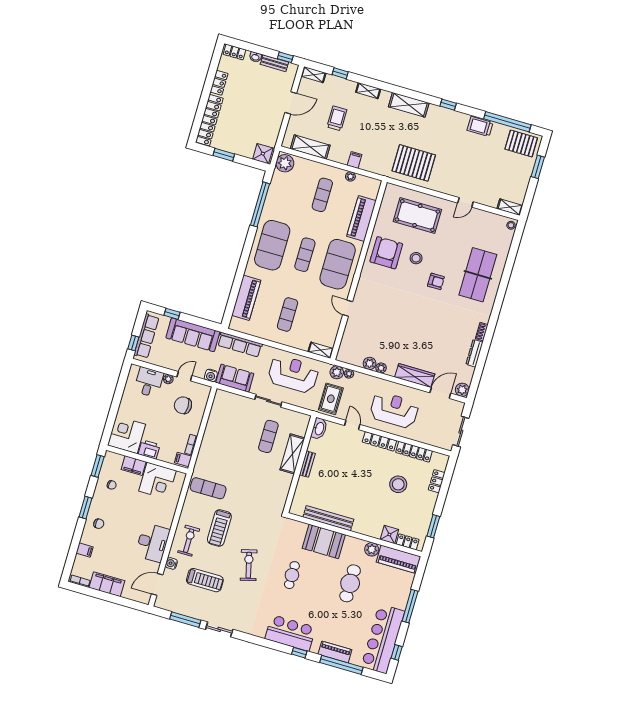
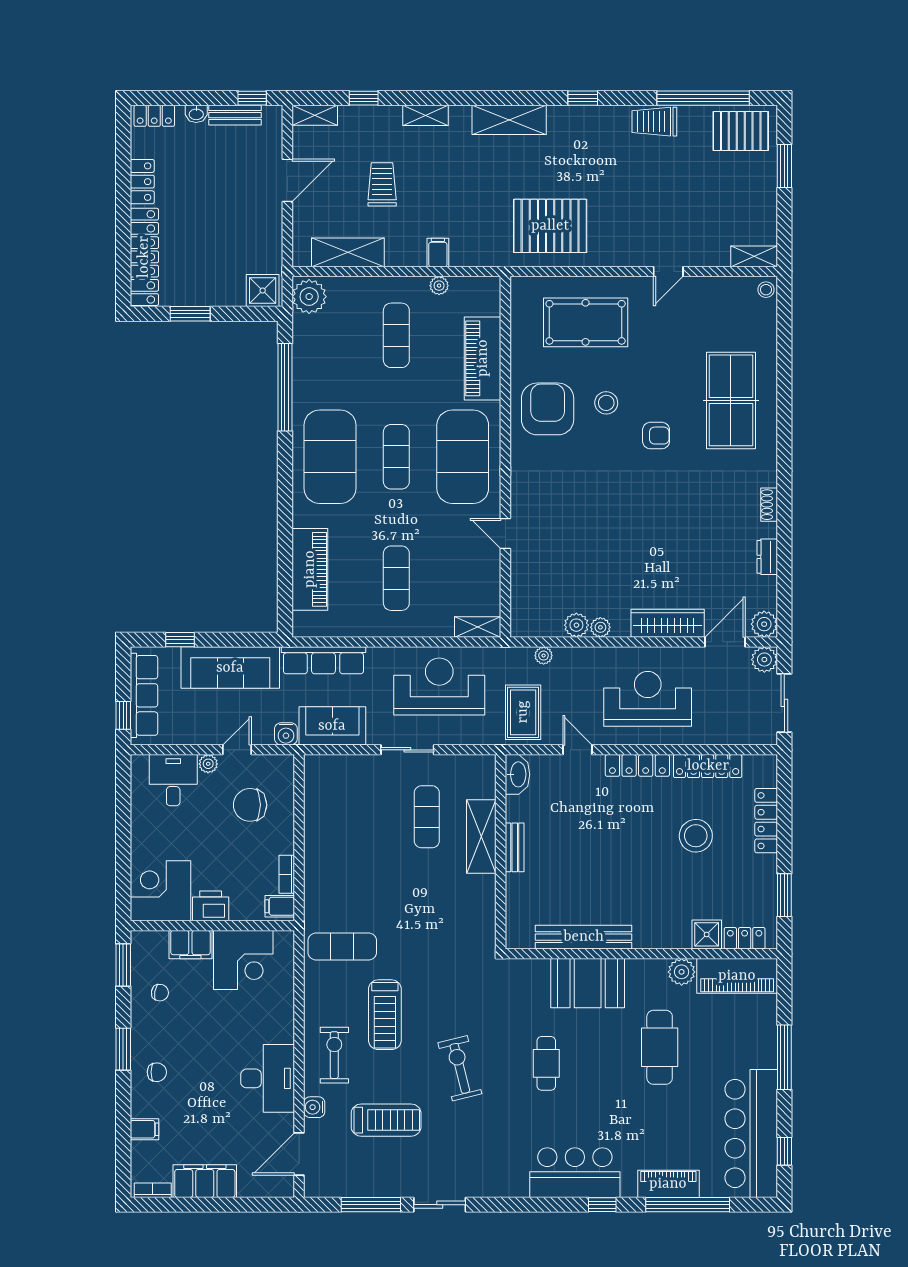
dresser: (474, 353) -> (767, 557), width x0.70
plant: (337, 372) -> (764, 660), moved
locker: (437, 481) -> (766, 821), width x1.53

